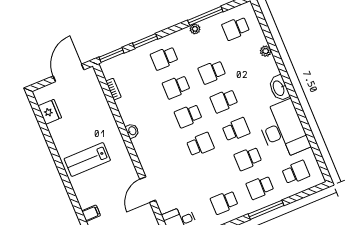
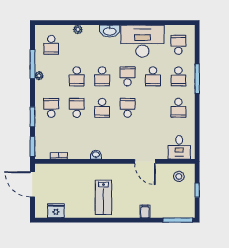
school desk: (164, 58) -> (51, 108), turned 180
school desk: (176, 87) -> (77, 108), turned 180

